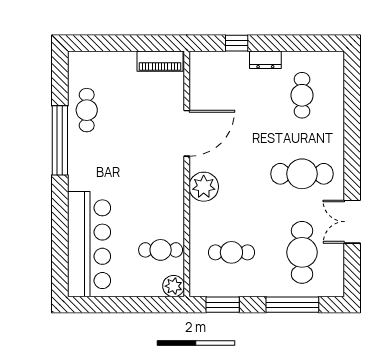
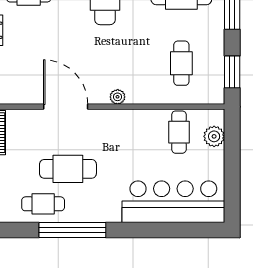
cafe table: (123, 136) -> (68, 169), added
plant: (204, 187) -> (118, 97), width x0.53, depth x0.53
plant: (174, 286) -> (214, 136), moved

